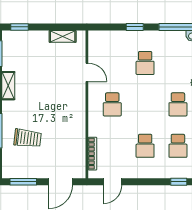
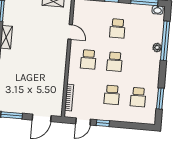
school desk: (178, 104) -> (115, 62), moved
trolley: (28, 138) -> (18, 81), removed
window: (179, 182) -> (103, 123), moved

